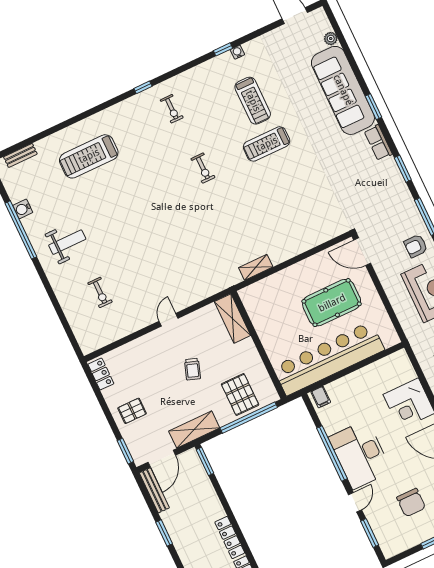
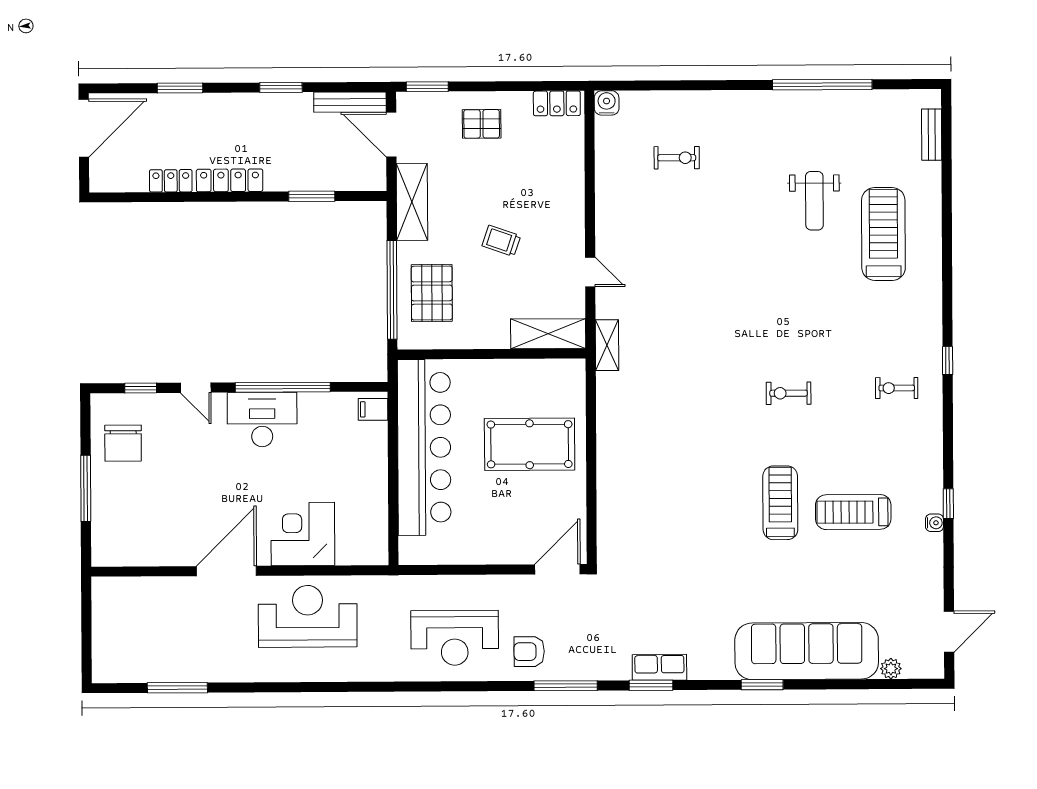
row of seats: (378, 143) -> (659, 667), moved
water cooler: (23, 209) -> (607, 103), moved
weight bench: (67, 242) -> (814, 201), moved
armchair: (416, 246) -> (529, 652), turned -90
shelving: (256, 267) -> (607, 345), moved
exercise bike: (100, 292) -> (677, 158), turned 180
pool table: (332, 303) -> (530, 444), moved, turned 90
door: (169, 320) -> (590, 272), moved
pallet: (240, 394) -> (432, 293), turned 90
pallet: (132, 411) -> (482, 124), turned 90
desk: (360, 454) -> (262, 420), width x0.73, depth x0.77
window: (205, 461) -> (312, 196), moved
chair: (411, 503) -> (123, 443), moved, turned -90
window: (370, 533) -> (141, 388), width x0.67

